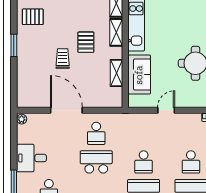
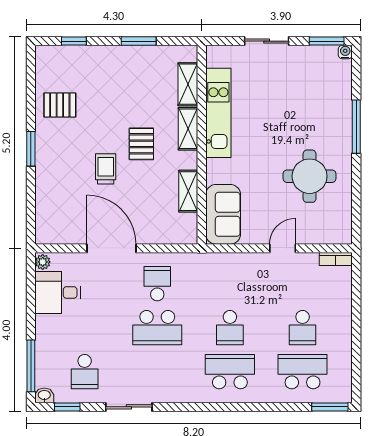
sofa: (139, 75) -> (223, 214), moved
door: (166, 110) -> (283, 248), moved
school desk: (96, 133) -> (157, 284), turned 180
desk: (31, 158) -> (58, 292), moved
school desk: (96, 162) -> (157, 328), turned 180

